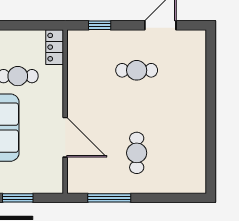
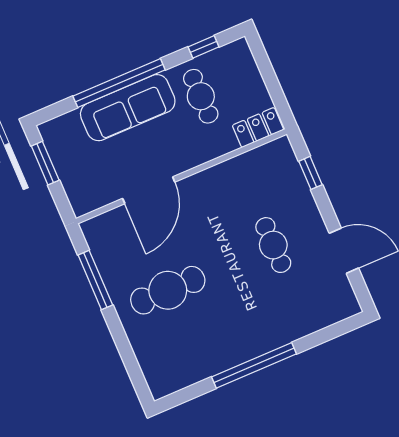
window: (211, 117) -> (254, 365), added
cafe table: (137, 153) -> (168, 290), width x1.37, depth x1.35

